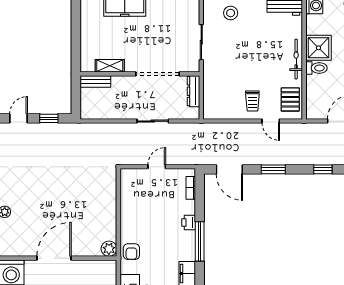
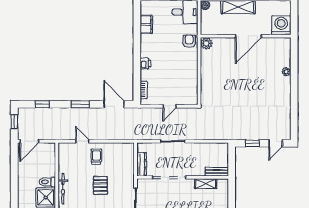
pallet: (290, 99) -> (100, 185), moved
window: (200, 241) -> (137, 49), removed

